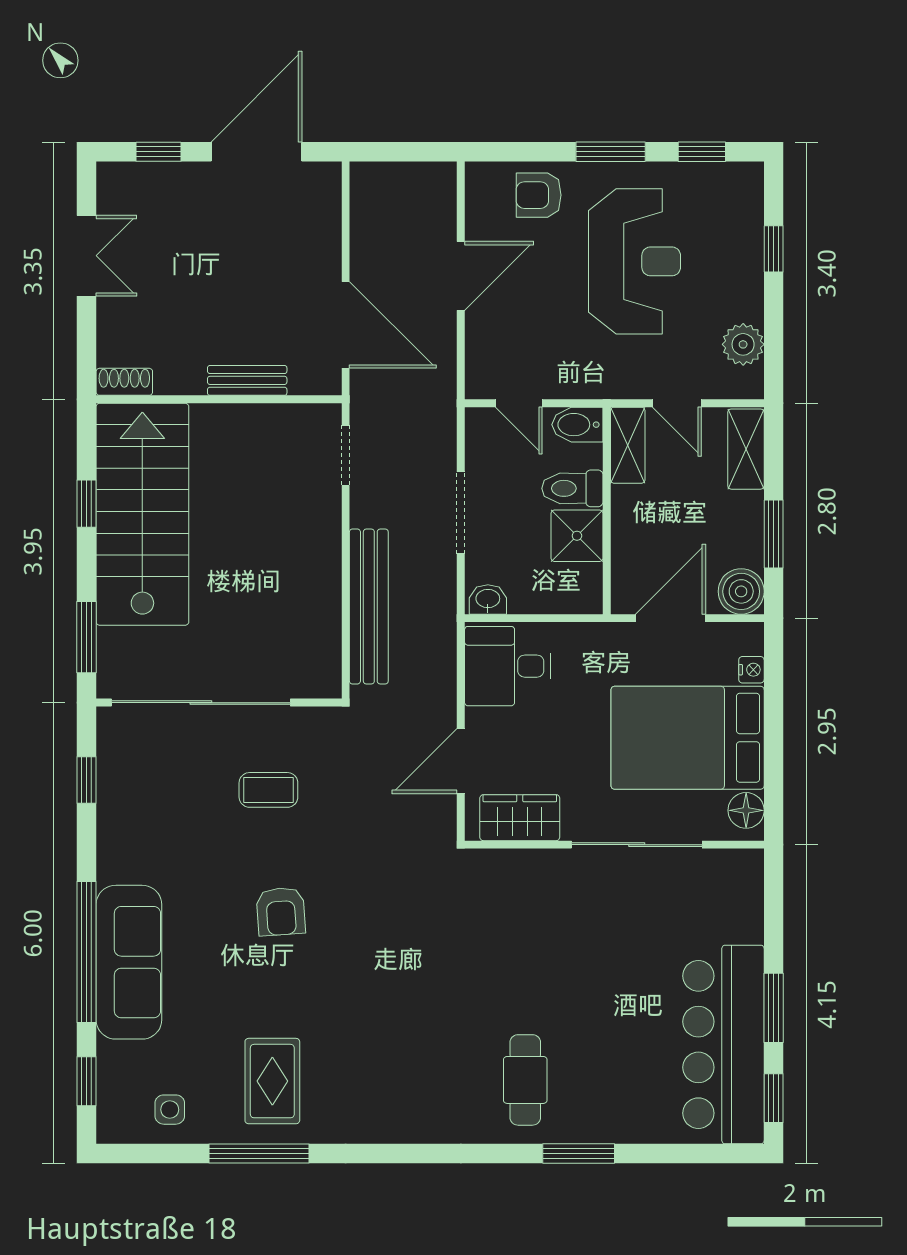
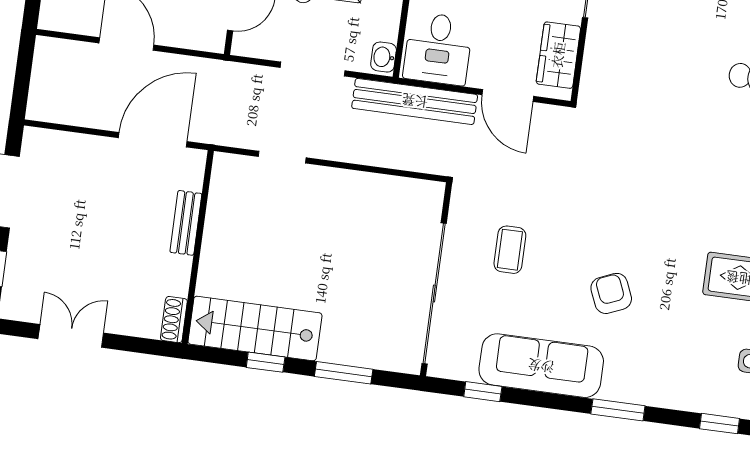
doorway: (346, 455) -> (282, 157), moved
stairs: (142, 514) -> (255, 329), width x0.73, depth x0.66
bench: (369, 607) -> (415, 101), moved
window: (87, 637) -> (344, 373), moved
armchair: (281, 911) -> (611, 293), moved, turned -109
window: (87, 952) -> (618, 410), width x0.47
sofa: (129, 962) -> (541, 366), moved

